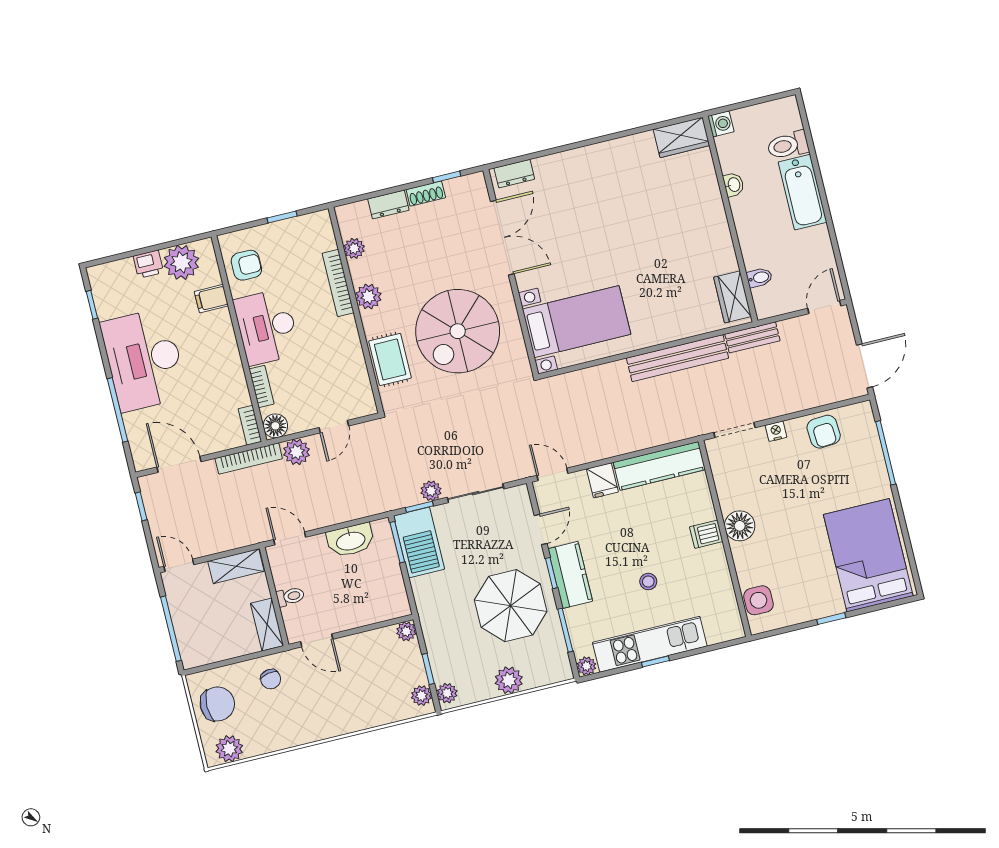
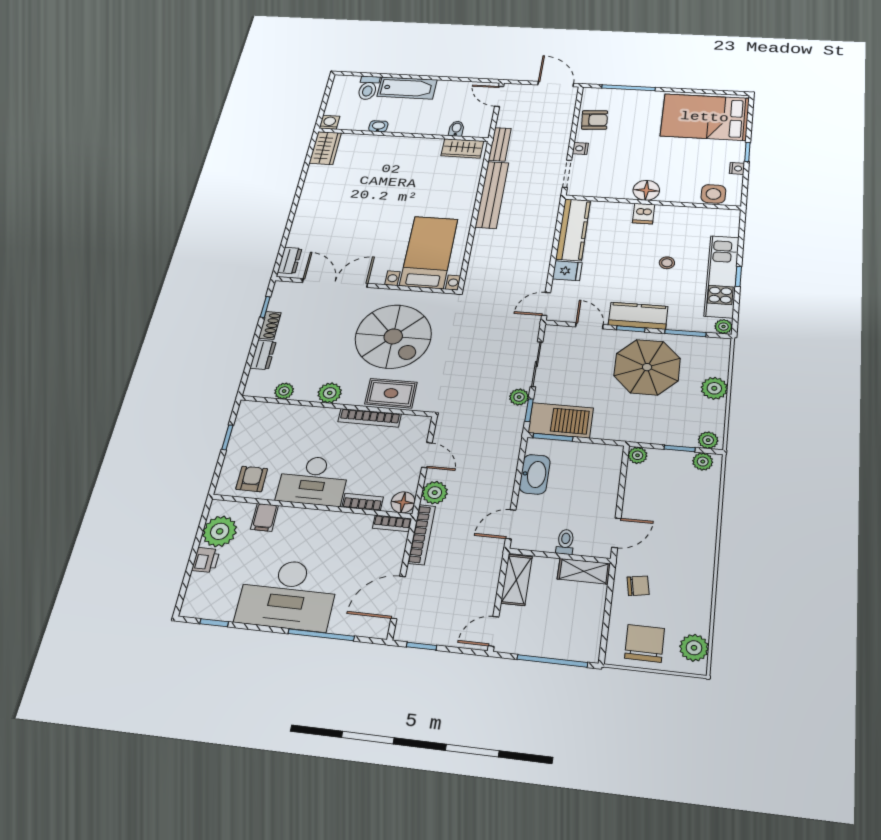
bookcase: (338, 283) -> (370, 418), moved
nightstand: (803, 614) -> (737, 168), added

